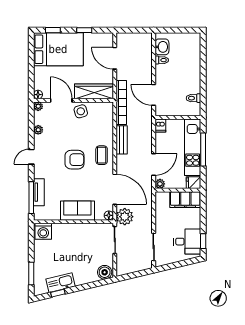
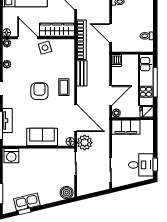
armchair: (75, 160) -> (39, 91), turned -90
filing cabinet: (185, 200) -> (126, 127), moved

